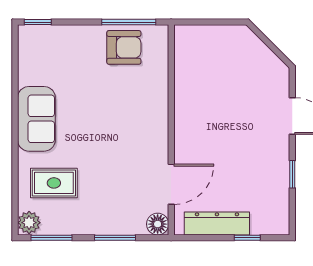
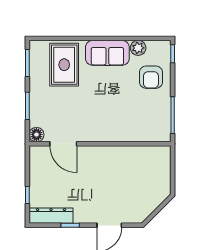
armchair: (124, 47) -> (151, 77), moved
rug: (54, 183) -> (64, 65), width x1.36, depth x1.43
plant: (29, 223) -> (138, 48), moved
dresser: (217, 223) -> (51, 216), moved, turned -90

